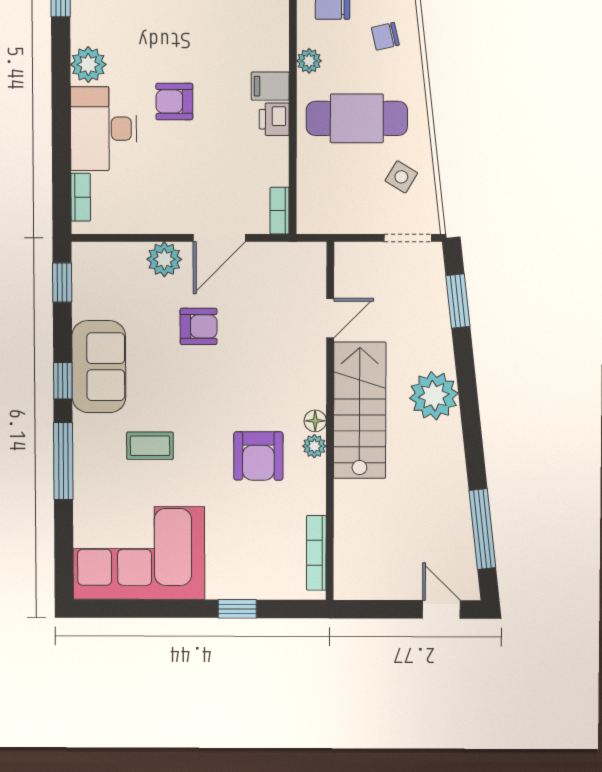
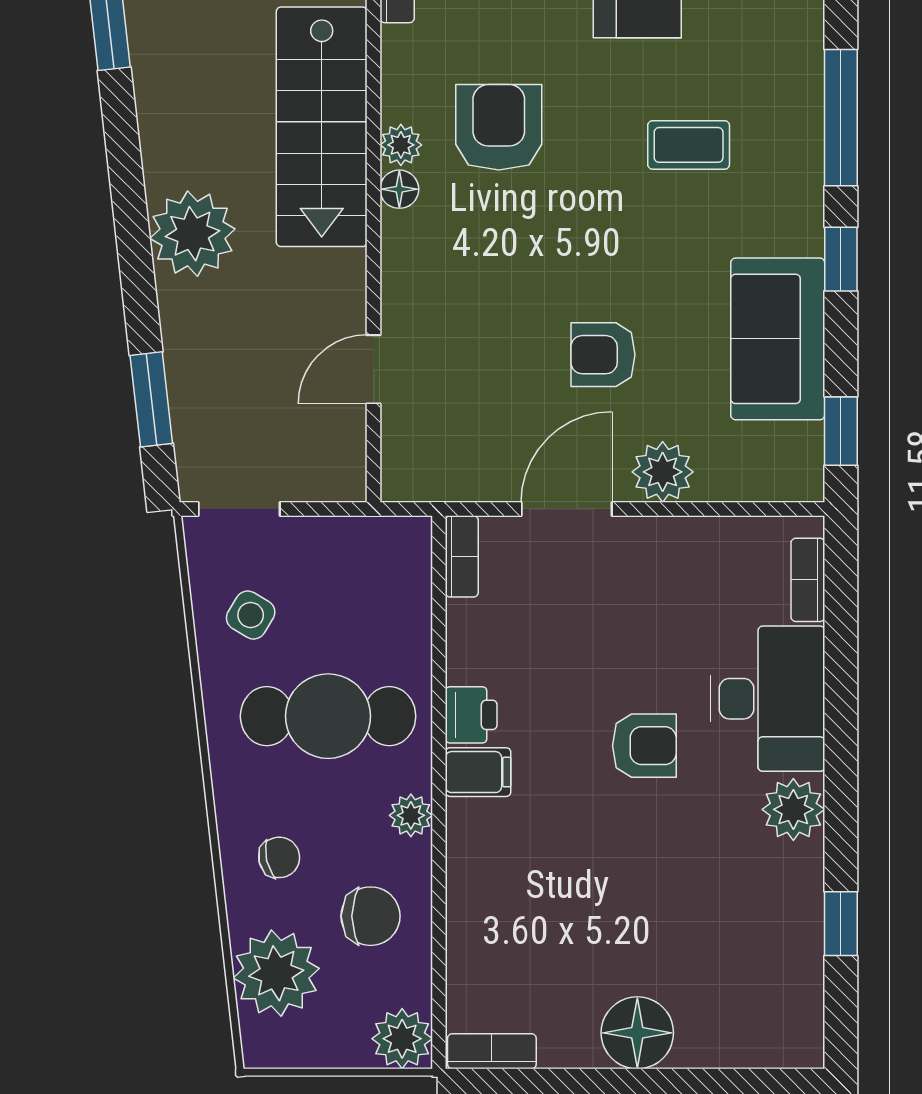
sofa: (99, 367) -> (778, 339), moved
stairs: (360, 410) -> (322, 127), moved

